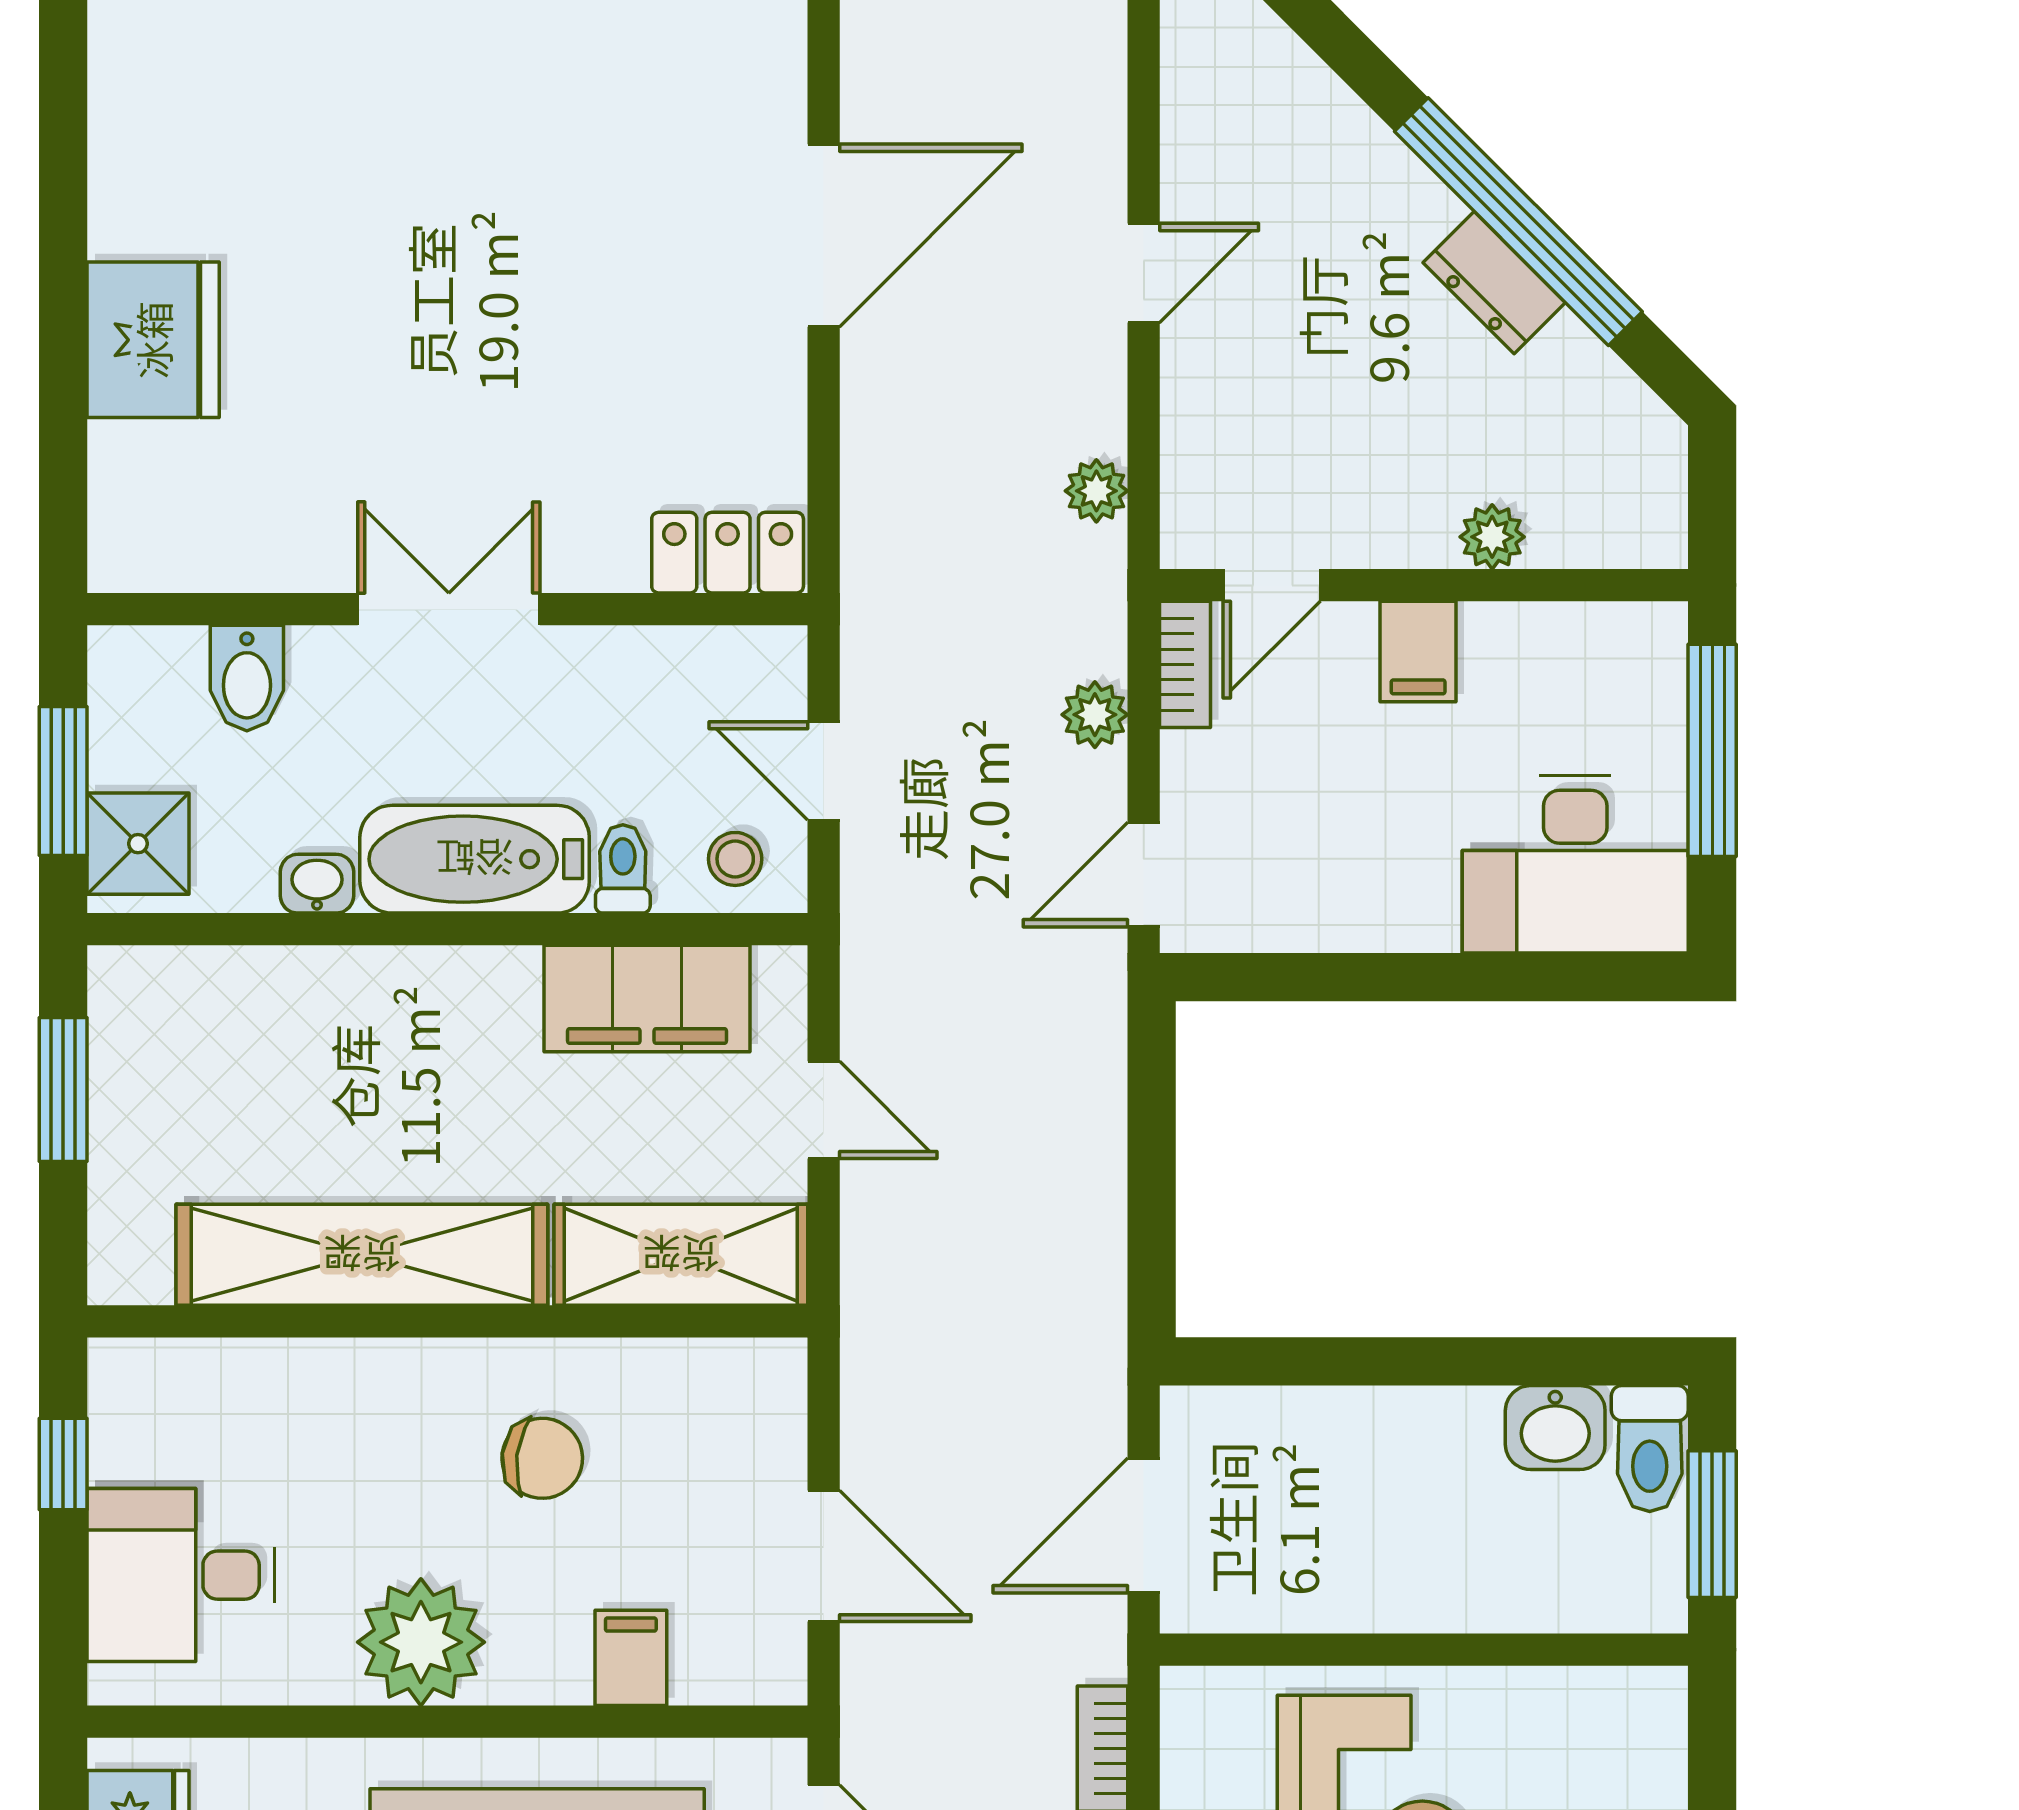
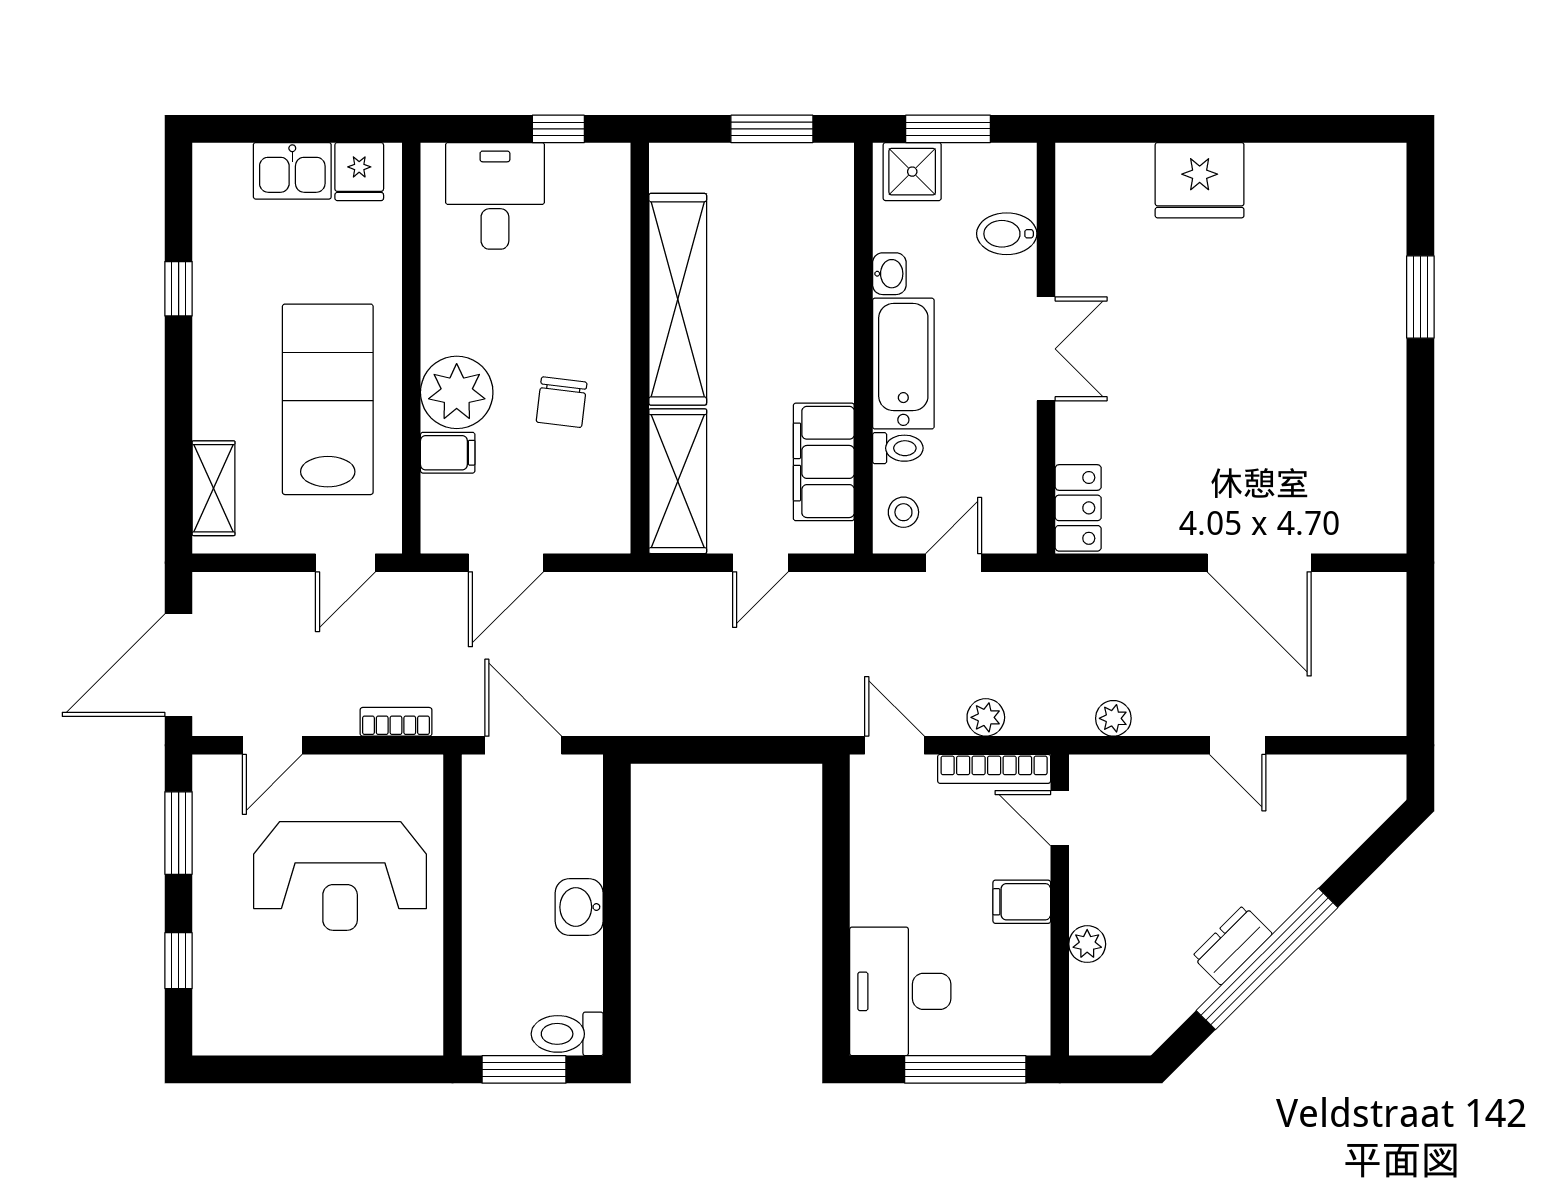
bookcase: (1185, 664) -> (994, 769), width x1.56
washbasin: (1555, 1428) -> (579, 907), moved
plant: (421, 1642) -> (457, 392), moved

